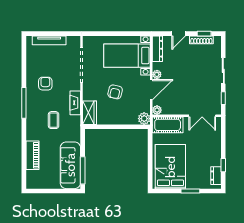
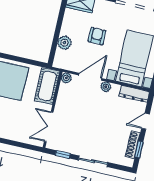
door: (179, 34) -> (145, 121), hinge flipped
door: (151, 90) -> (90, 77), swing flipped
armchair: (115, 92) -> (97, 36), turned 77
plant: (144, 119) -> (64, 43), moved

